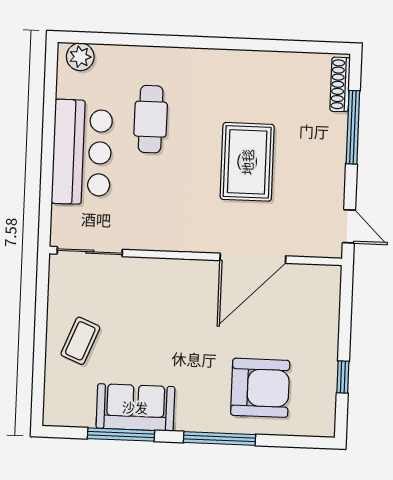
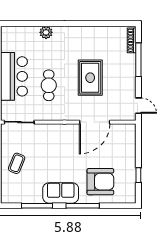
plant: (80, 57) -> (46, 32), moved
cafe table: (151, 119) -> (49, 85), moved
sofa: (135, 407) -> (61, 193), moved

